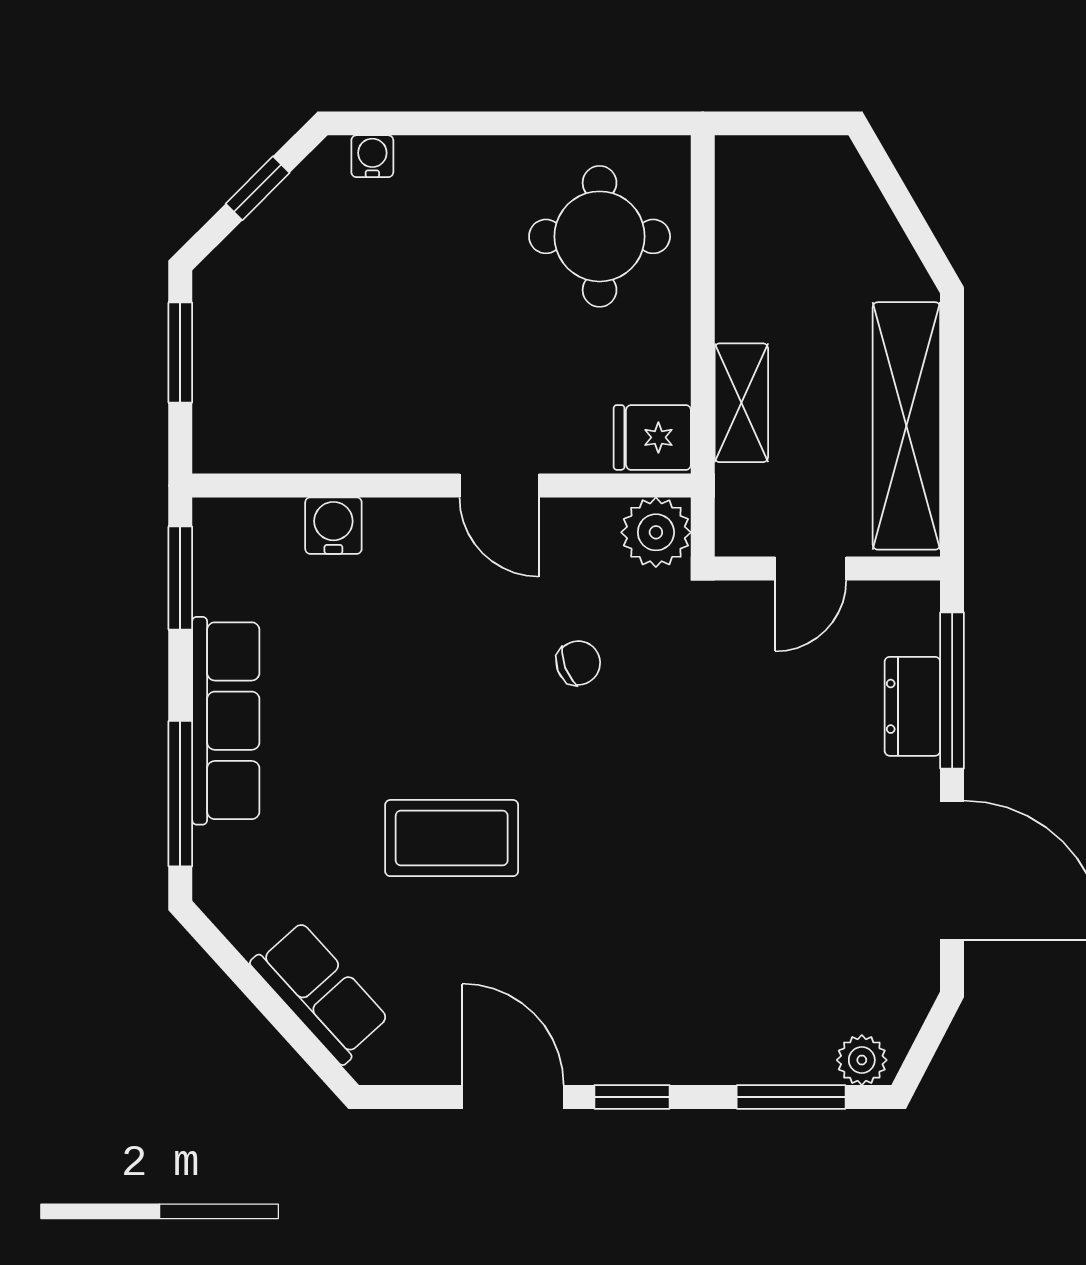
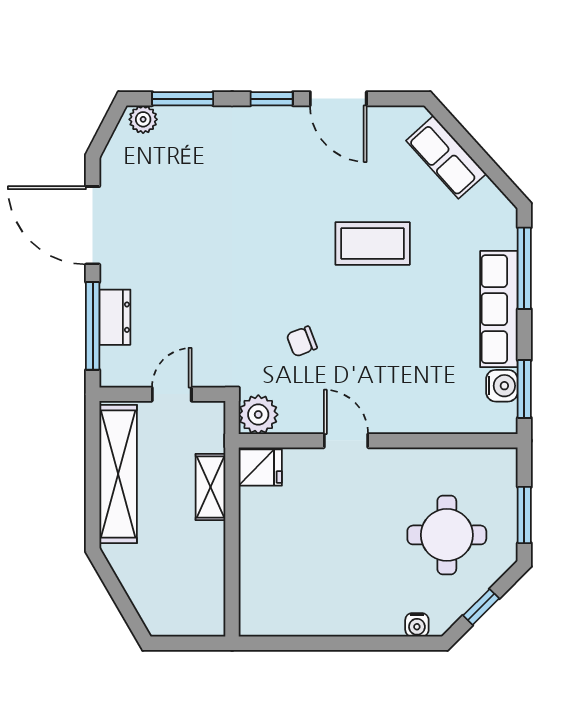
round table: (600, 236) -> (447, 535), moved
water cooler: (333, 526) -> (502, 386), moved, turned -90

